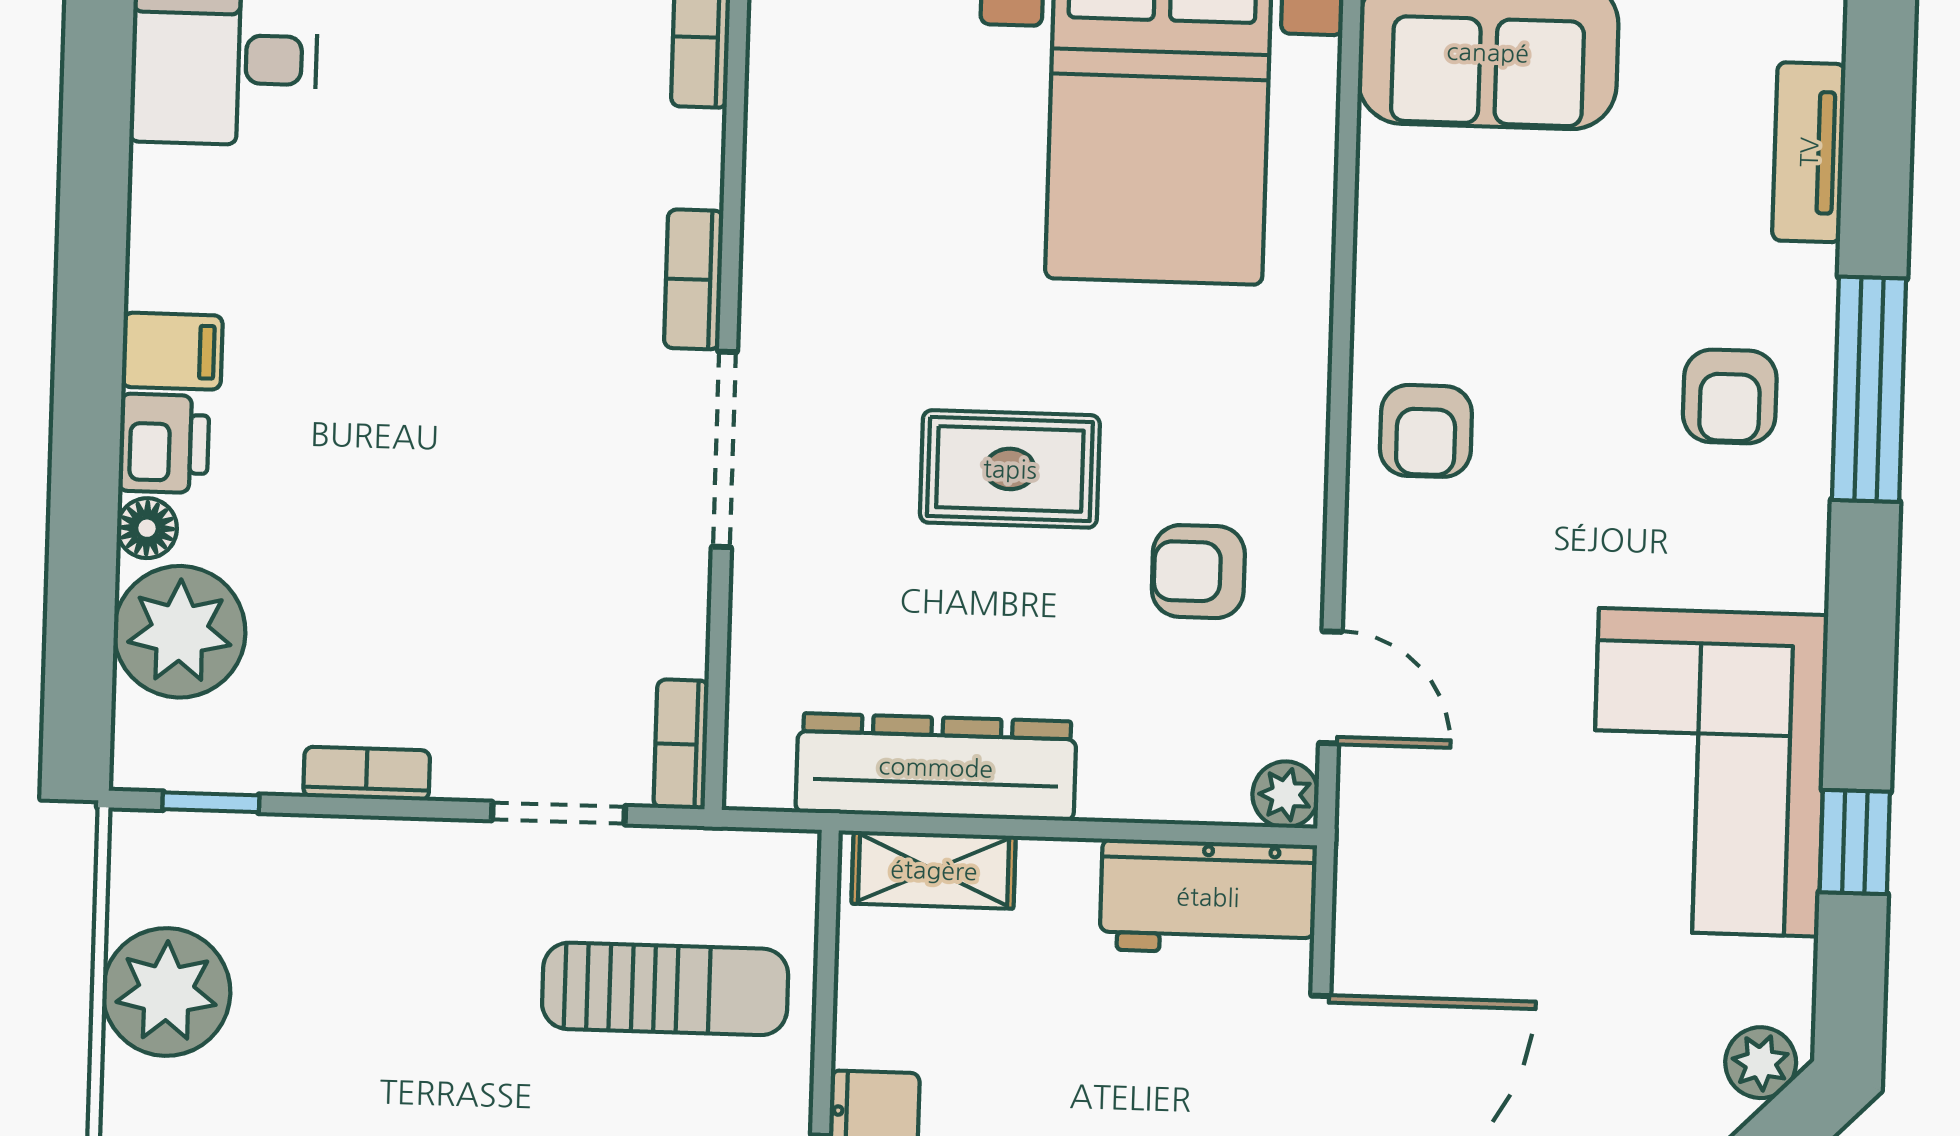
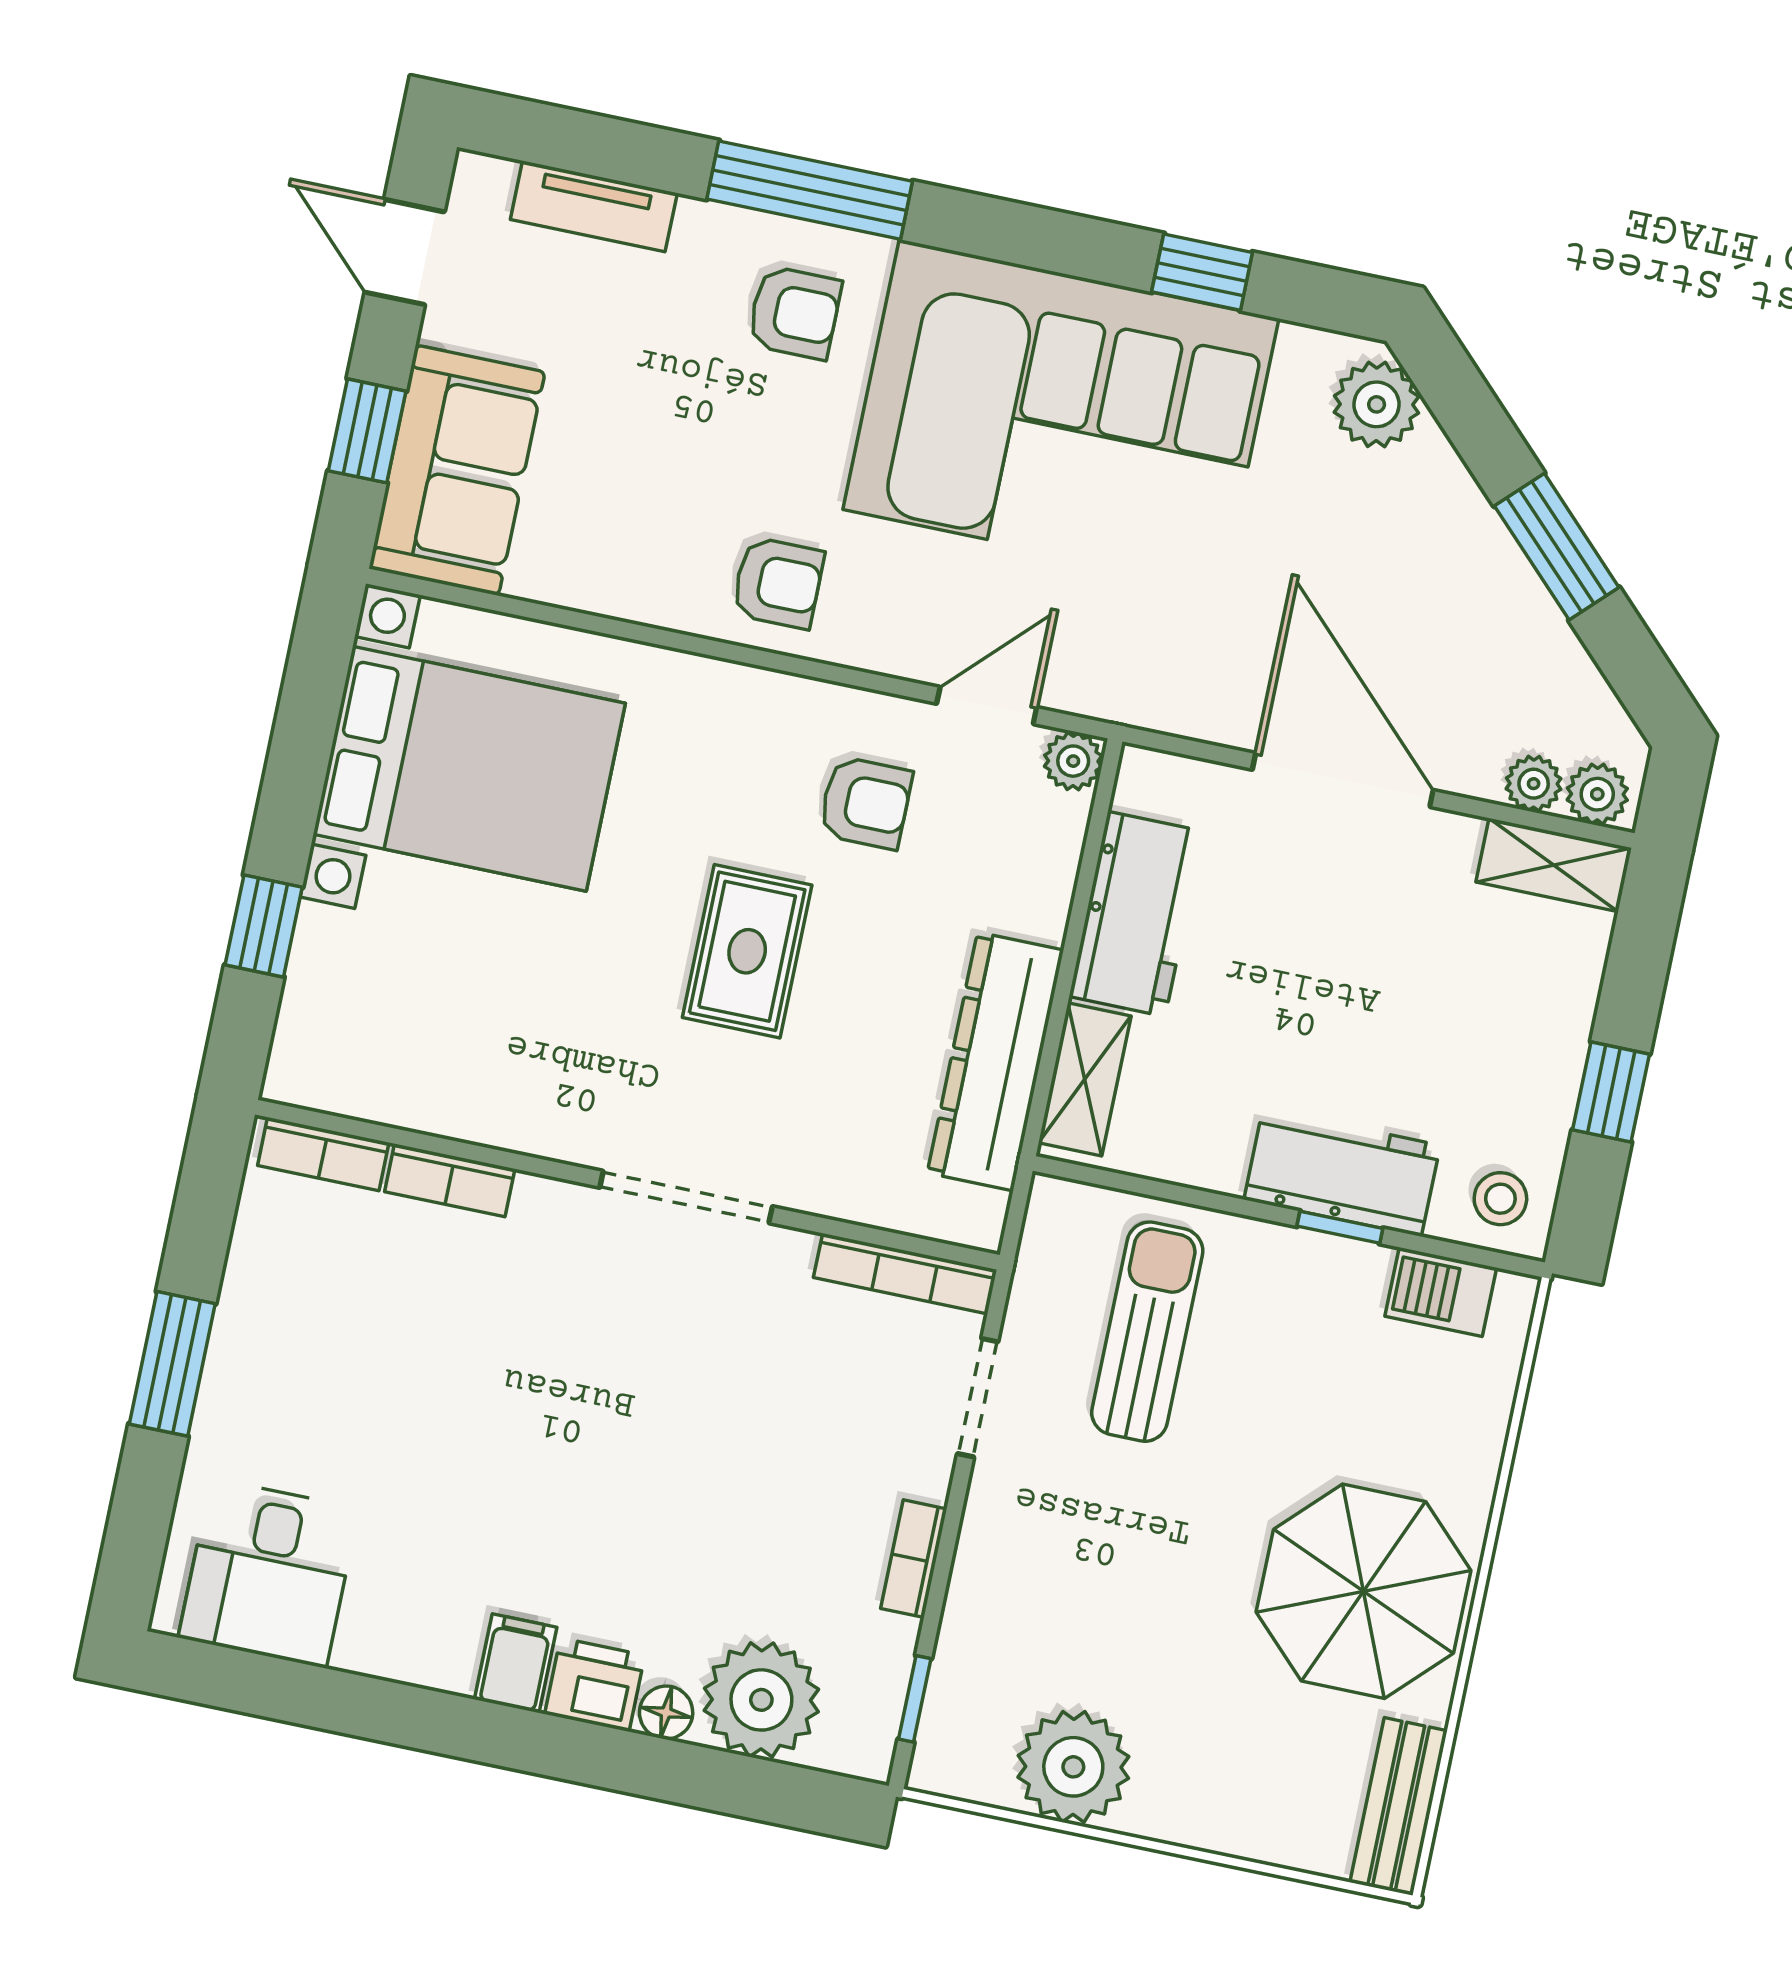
bookcase: (694, 279) -> (450, 1180), moved
armchair: (1198, 572) -> (865, 803), turned -90
bookcase: (681, 744) -> (905, 1274), width x1.56
corner sofa: (1709, 772) -> (1061, 414), width x1.36, depth x1.36
workbench: (1208, 897) -> (1136, 914), moved
plant: (1761, 1063) -> (1377, 404), width x1.38, depth x1.38

